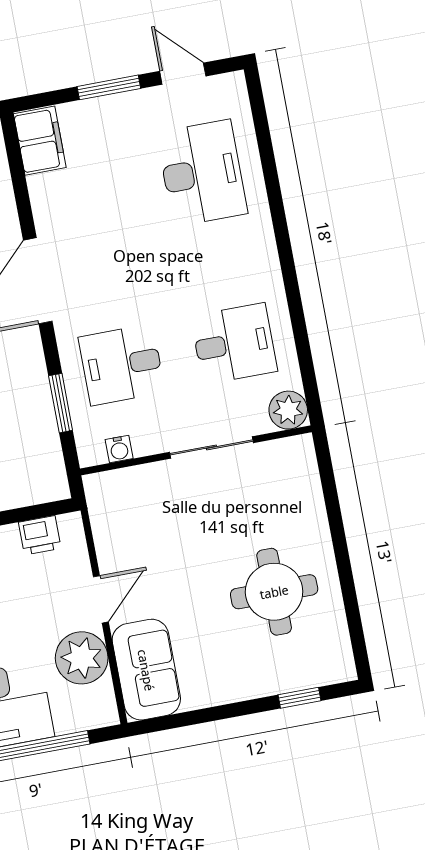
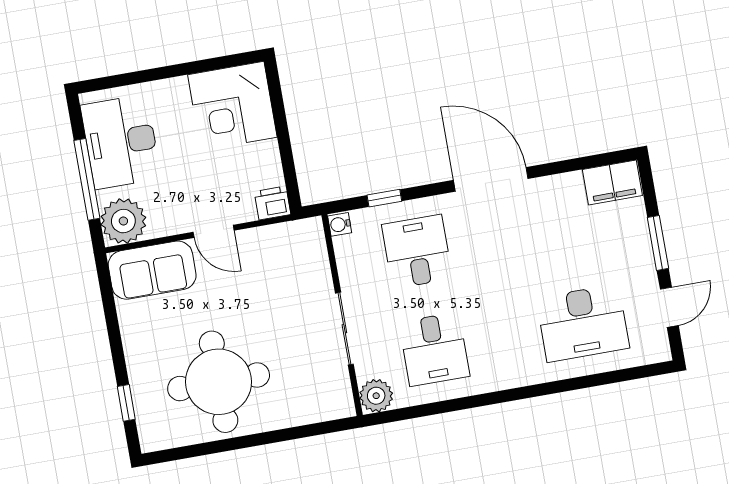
window: (61, 403) -> (384, 198), width x0.67
water cooler: (119, 449) -> (340, 224), moved
printer: (40, 535) -> (272, 203), moved, turned 90
round table: (274, 592) -> (219, 382), width x1.36, depth x1.36
plant: (82, 658) -> (123, 221), moved

